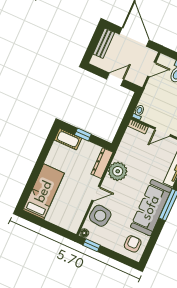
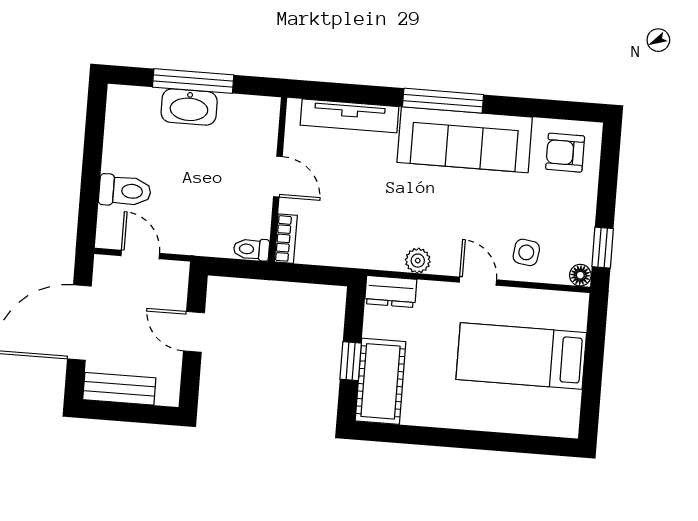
cot: (68, 139) -> (381, 381), width x1.37, depth x1.34
dresser: (102, 163) -> (391, 292), width x0.70
plant: (118, 171) -> (418, 261), width x0.53, depth x0.53
bed: (44, 192) -> (521, 356), moved
side table: (100, 216) -> (526, 252), width x0.54, depth x0.54

